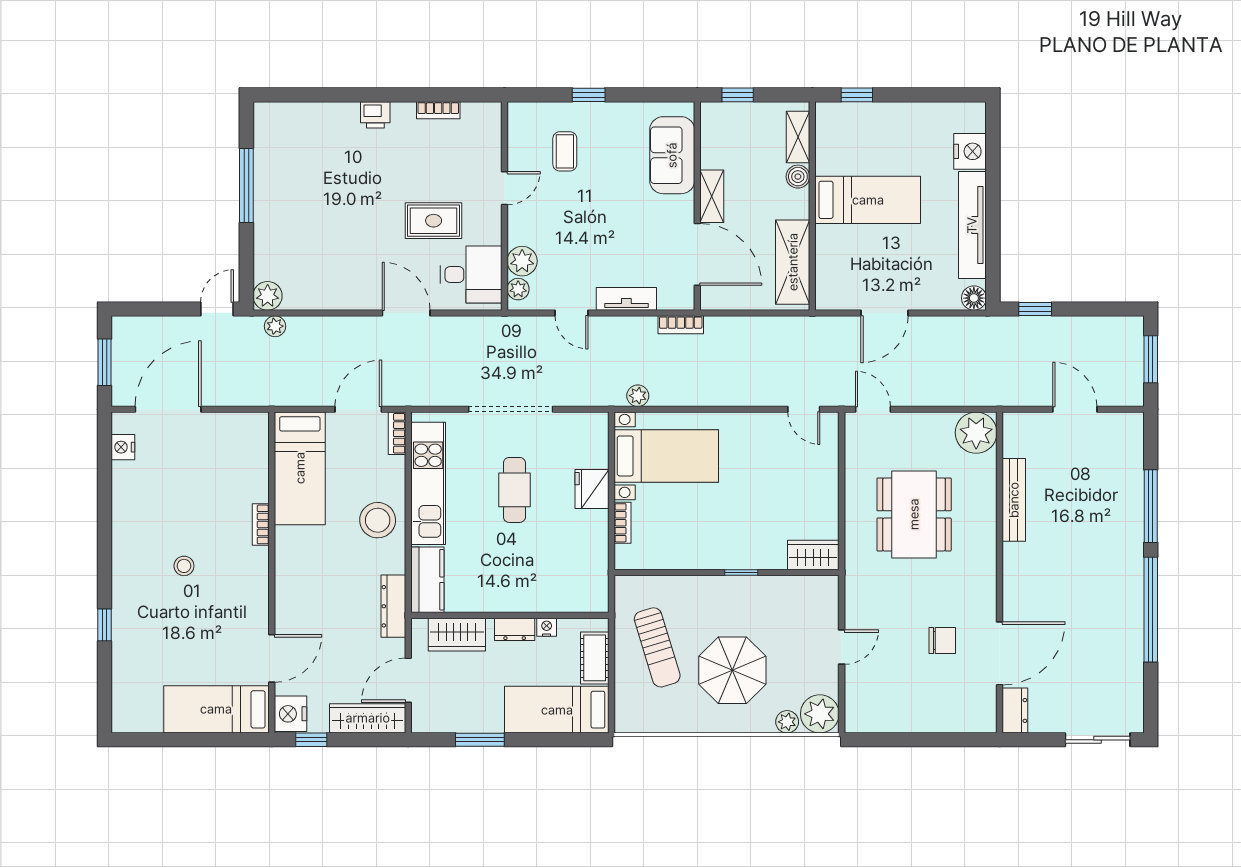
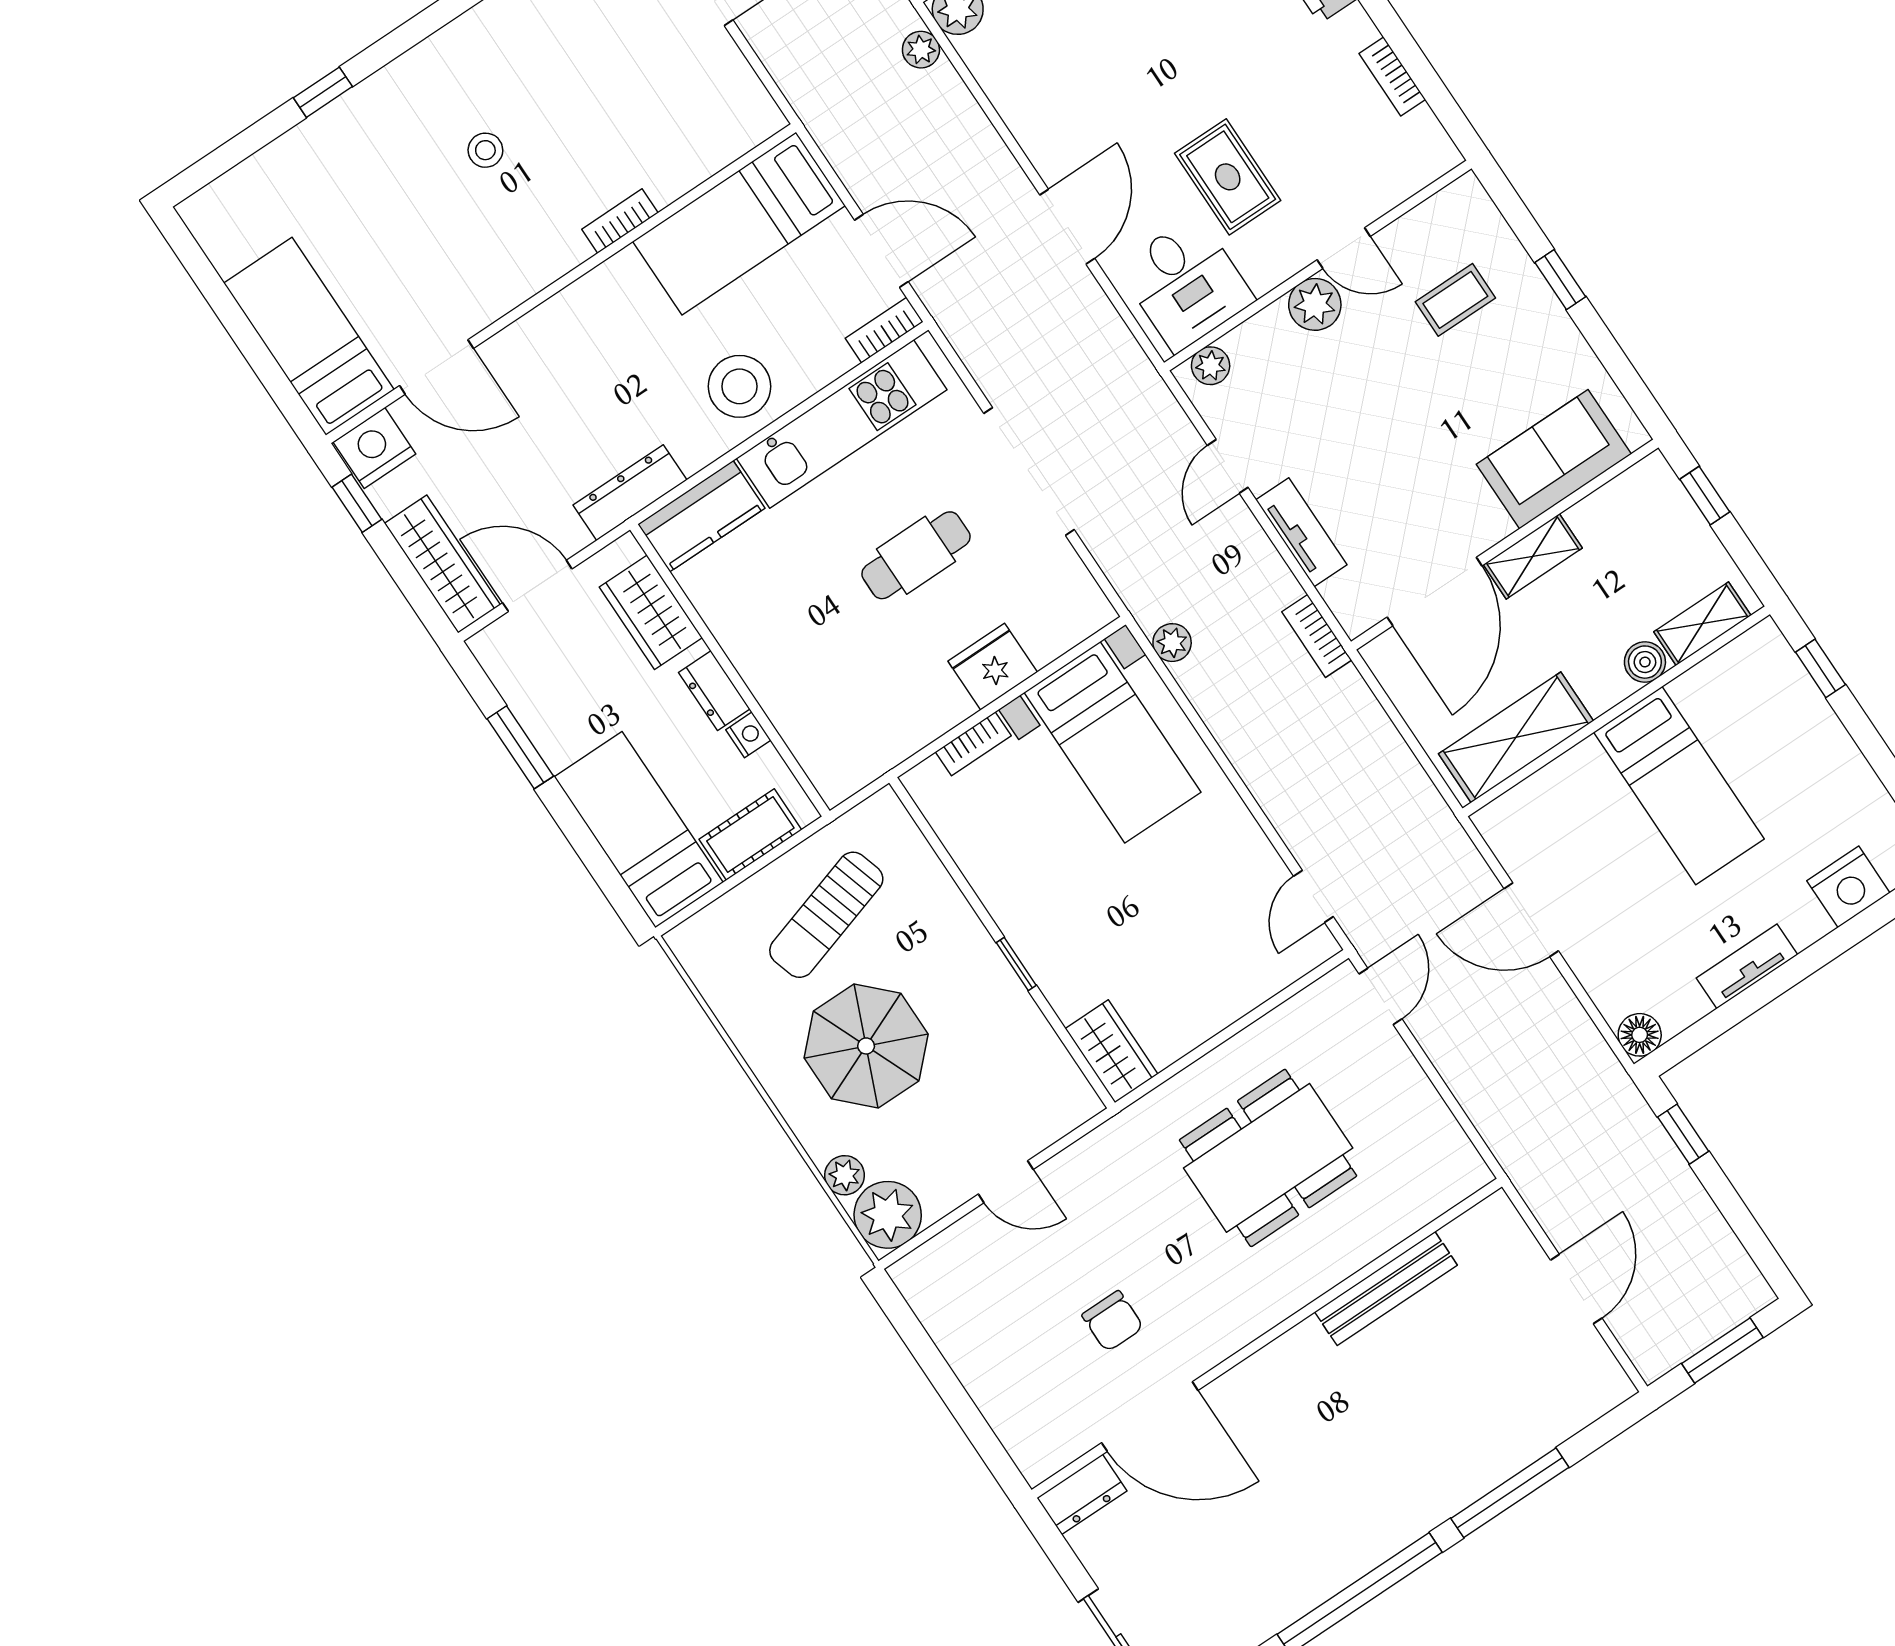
tv unit: (972, 225) -> (1747, 966), width x0.52, depth x0.78
plant: (522, 261) -> (1315, 304), moved
plant: (976, 433) -> (1447, 1169), removed

